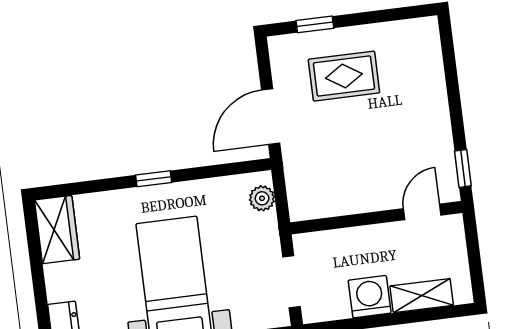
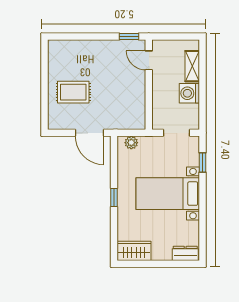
window: (315, 24) -> (45, 104), removed
rug: (344, 76) -> (73, 92), turned 90

